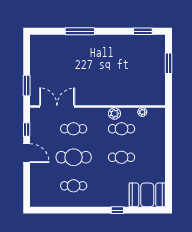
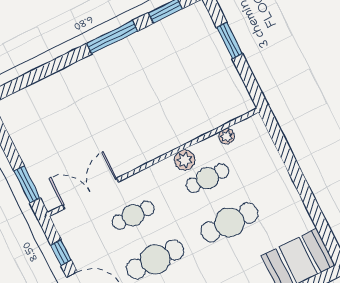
window: (80, 31) -> (112, 37), moved
cafe table: (122, 157) -> (229, 222), width x1.37, depth x1.35

